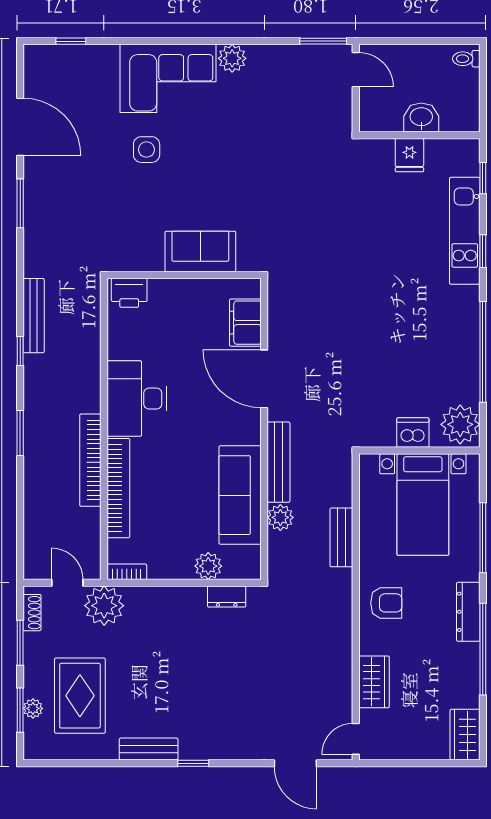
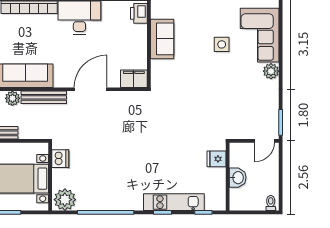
side table: (147, 150) -> (222, 44), moved
fridge: (409, 155) -> (216, 159), moved
sofa: (200, 252) -> (162, 39), moved
filing cabinet: (245, 323) -> (134, 79), moved
dishwasher: (413, 433) -> (60, 159), moved

